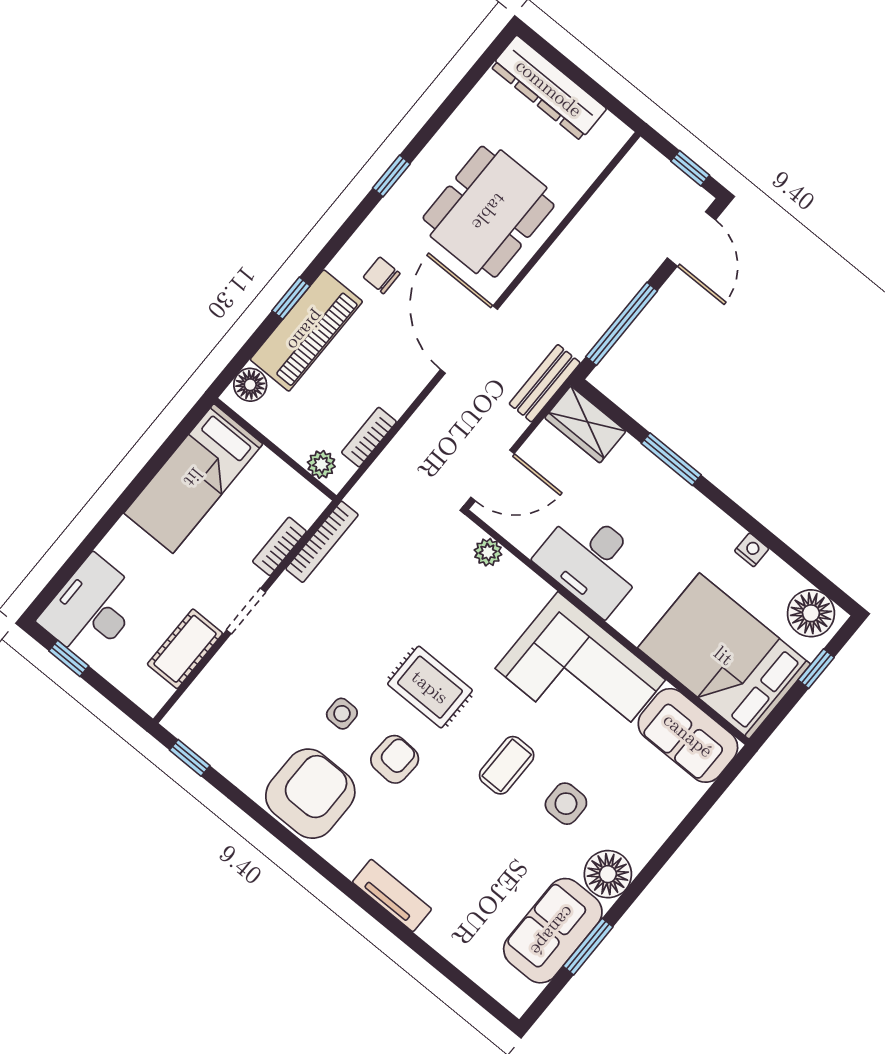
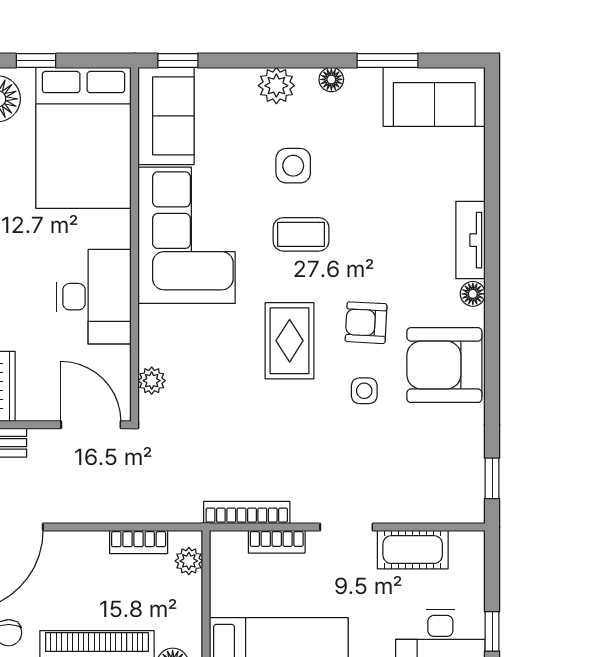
window: (724, 781) -> (178, 60), added
plant: (640, 842) -> (276, 86), added
floor lamp: (348, 862) -> (473, 294), added
floor lamp: (608, 874) -> (331, 79), width x0.53, depth x0.53
sofa: (553, 931) -> (434, 97), moved

